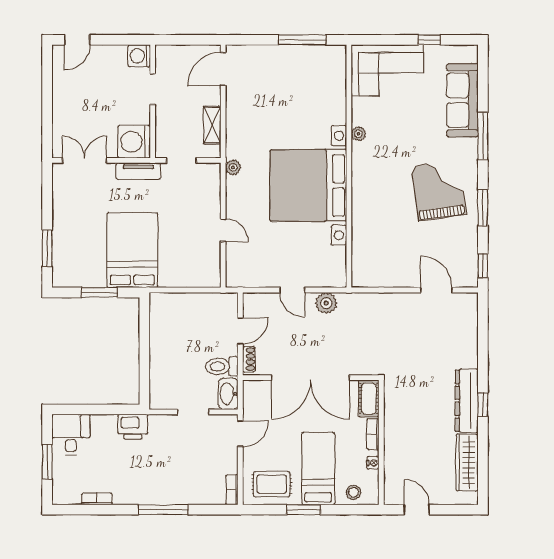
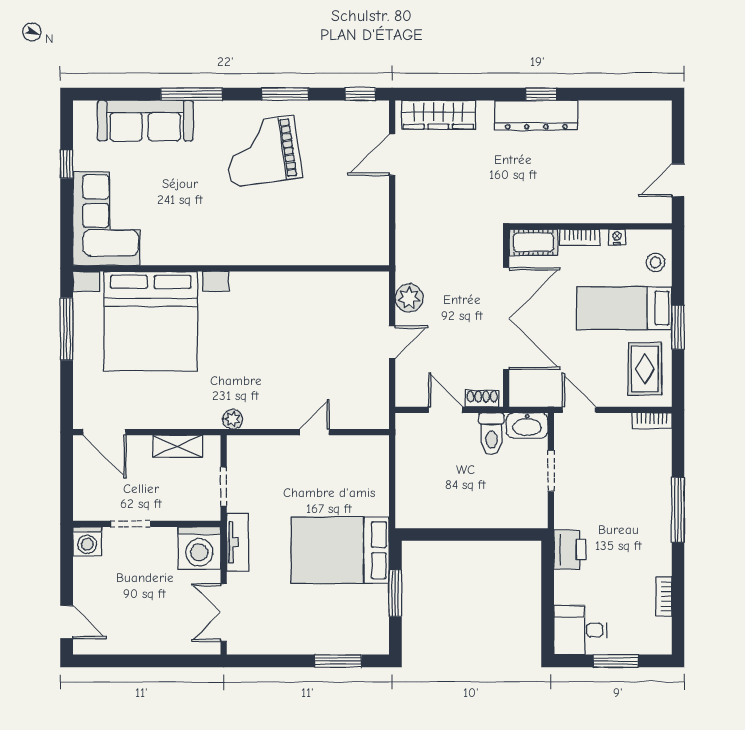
plant: (358, 134) -> (189, 256), removed
bed with nightstands: (308, 185) -> (151, 321), moved
wardrobe: (467, 463) -> (438, 115), moved

